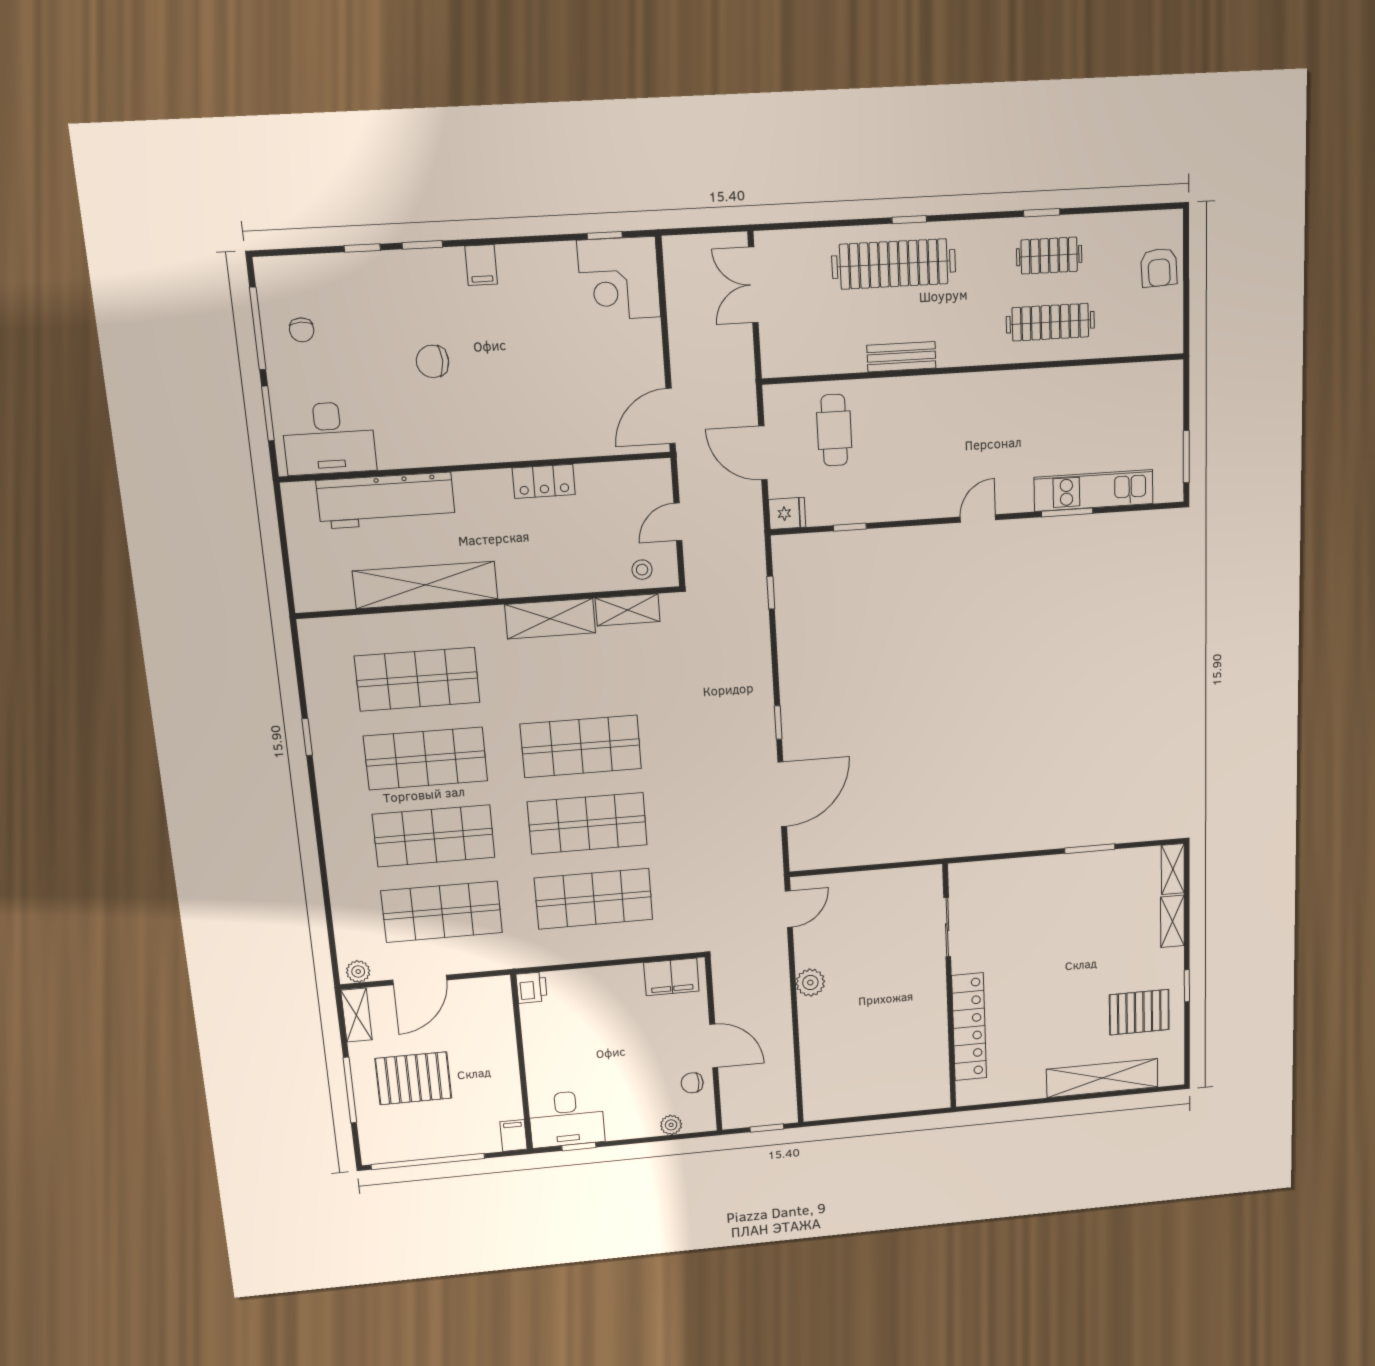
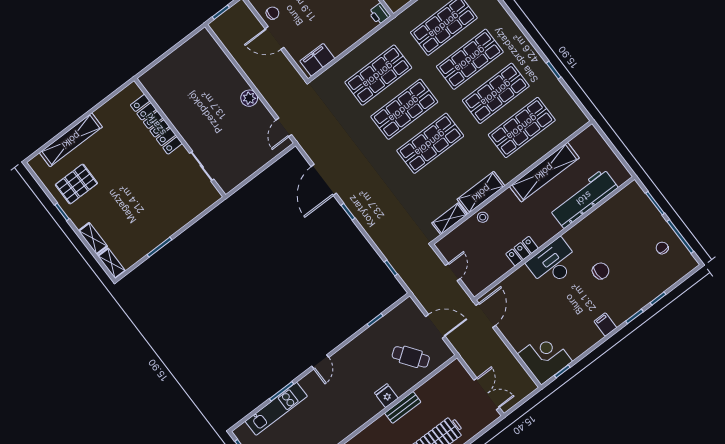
cafe table: (834, 430) -> (411, 357), turned -36
desk: (329, 438) -> (553, 263), moved
fridge: (787, 513) -> (386, 396), moved, turned 90
stool: (642, 570) -> (483, 217), moved

